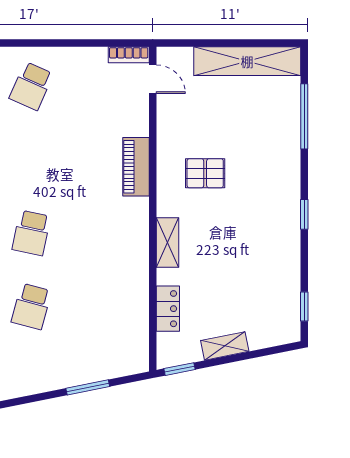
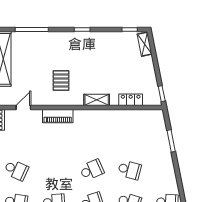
door: (153, 79) -> (23, 107), moved
school desk: (31, 233) -> (92, 170), turned -36
shelving: (225, 346) -> (145, 44), moved

